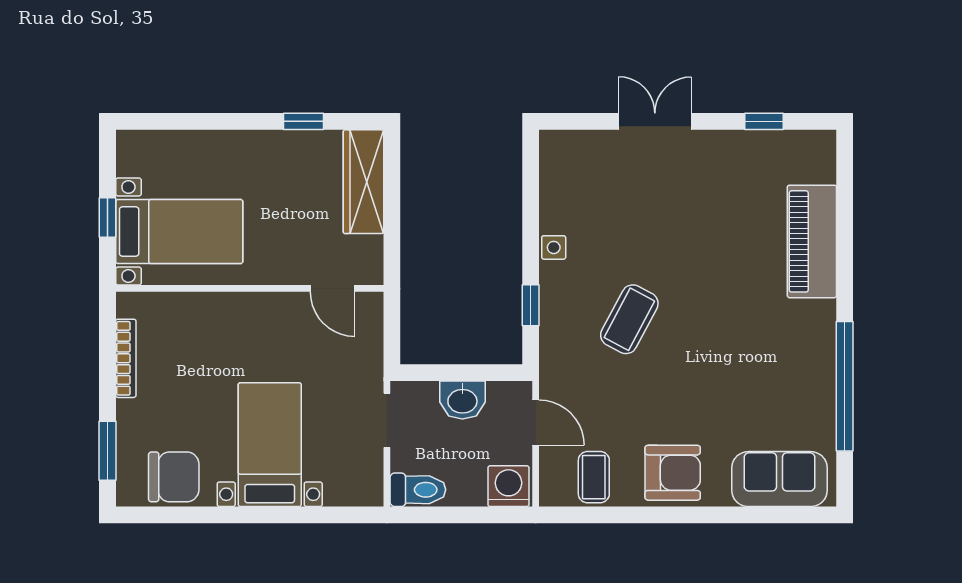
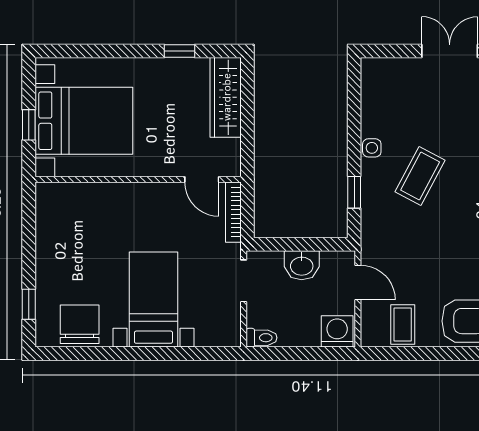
bed with nightstands: (179, 231) -> (84, 121), width x1.36
coffee table: (629, 319) -> (420, 176), moved
bookcase: (126, 358) -> (233, 212), moved, turned 180
window: (107, 451) -> (29, 304), width x0.67
chair: (174, 477) -> (80, 324), turned -90
toilet: (418, 490) -> (262, 338), width x0.73, depth x0.72

